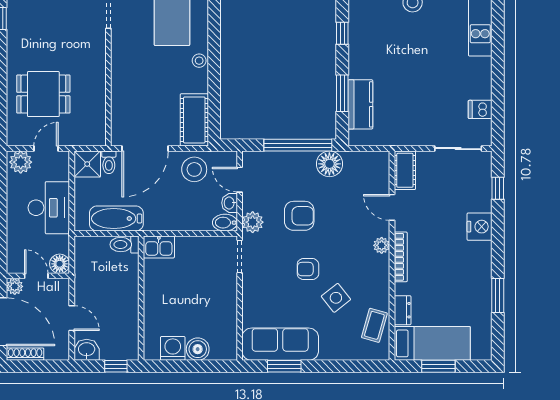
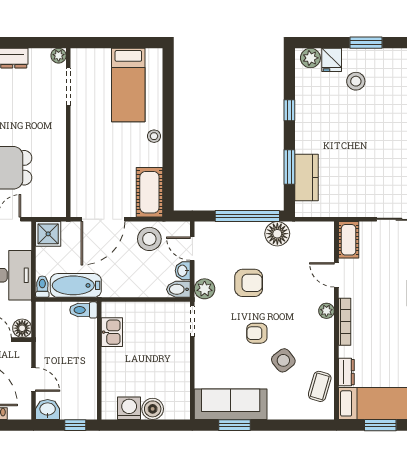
toilet: (109, 162) -> (42, 287), moved, turned 180
kitchen sink: (159, 247) -> (112, 332), moved, turned -90

